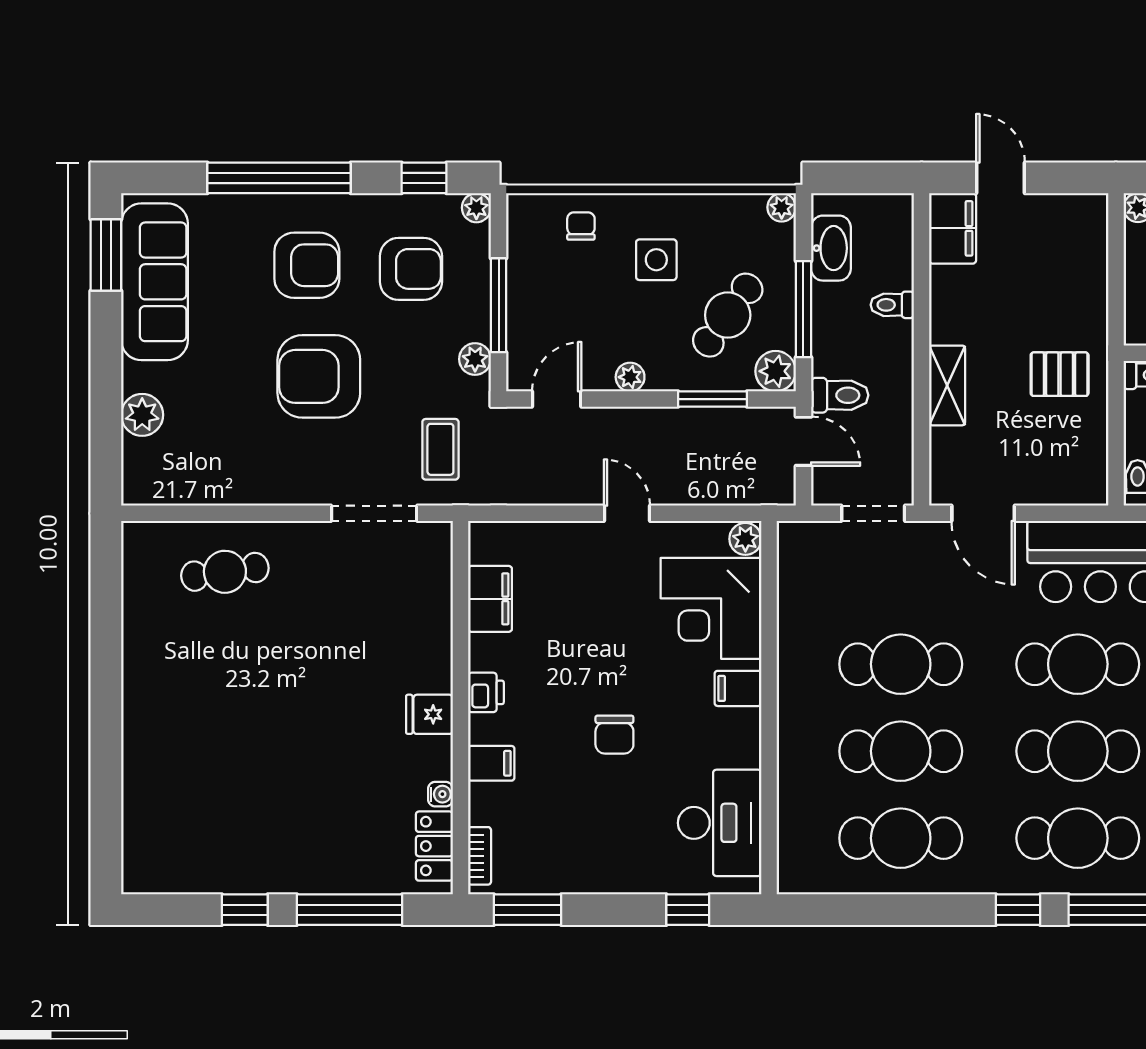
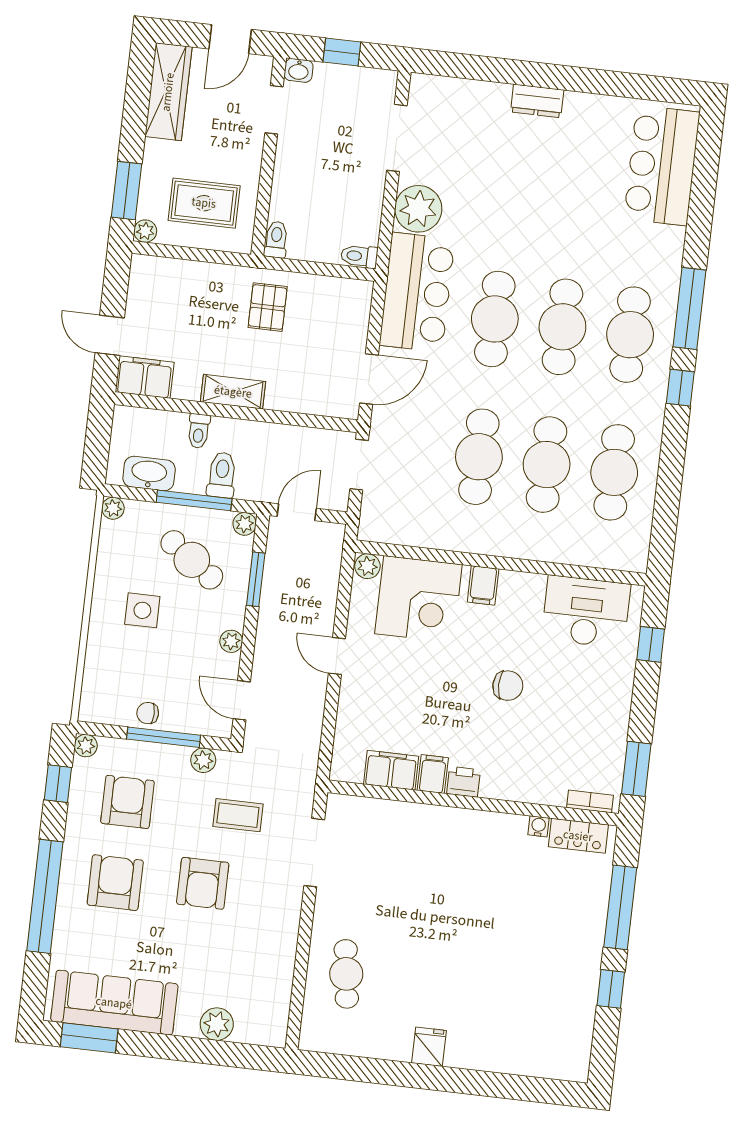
door: (1000, 178) -> (110, 335), hinge flipped
chair: (581, 226) -> (148, 713), moved
plant: (776, 371) -> (245, 524), width x0.73, depth x0.73
armchair: (319, 376) -> (203, 883), width x0.73, depth x0.73
shelving: (947, 385) -> (233, 392), moved
toilet: (840, 395) -> (222, 475), moved
coffee table: (440, 449) -> (238, 815), moved
door: (627, 513) -> (337, 656), hinge flipped
fridge: (429, 714) -> (429, 1047), moved, turned 180
filing cabinet: (491, 763) -> (433, 774), moved

